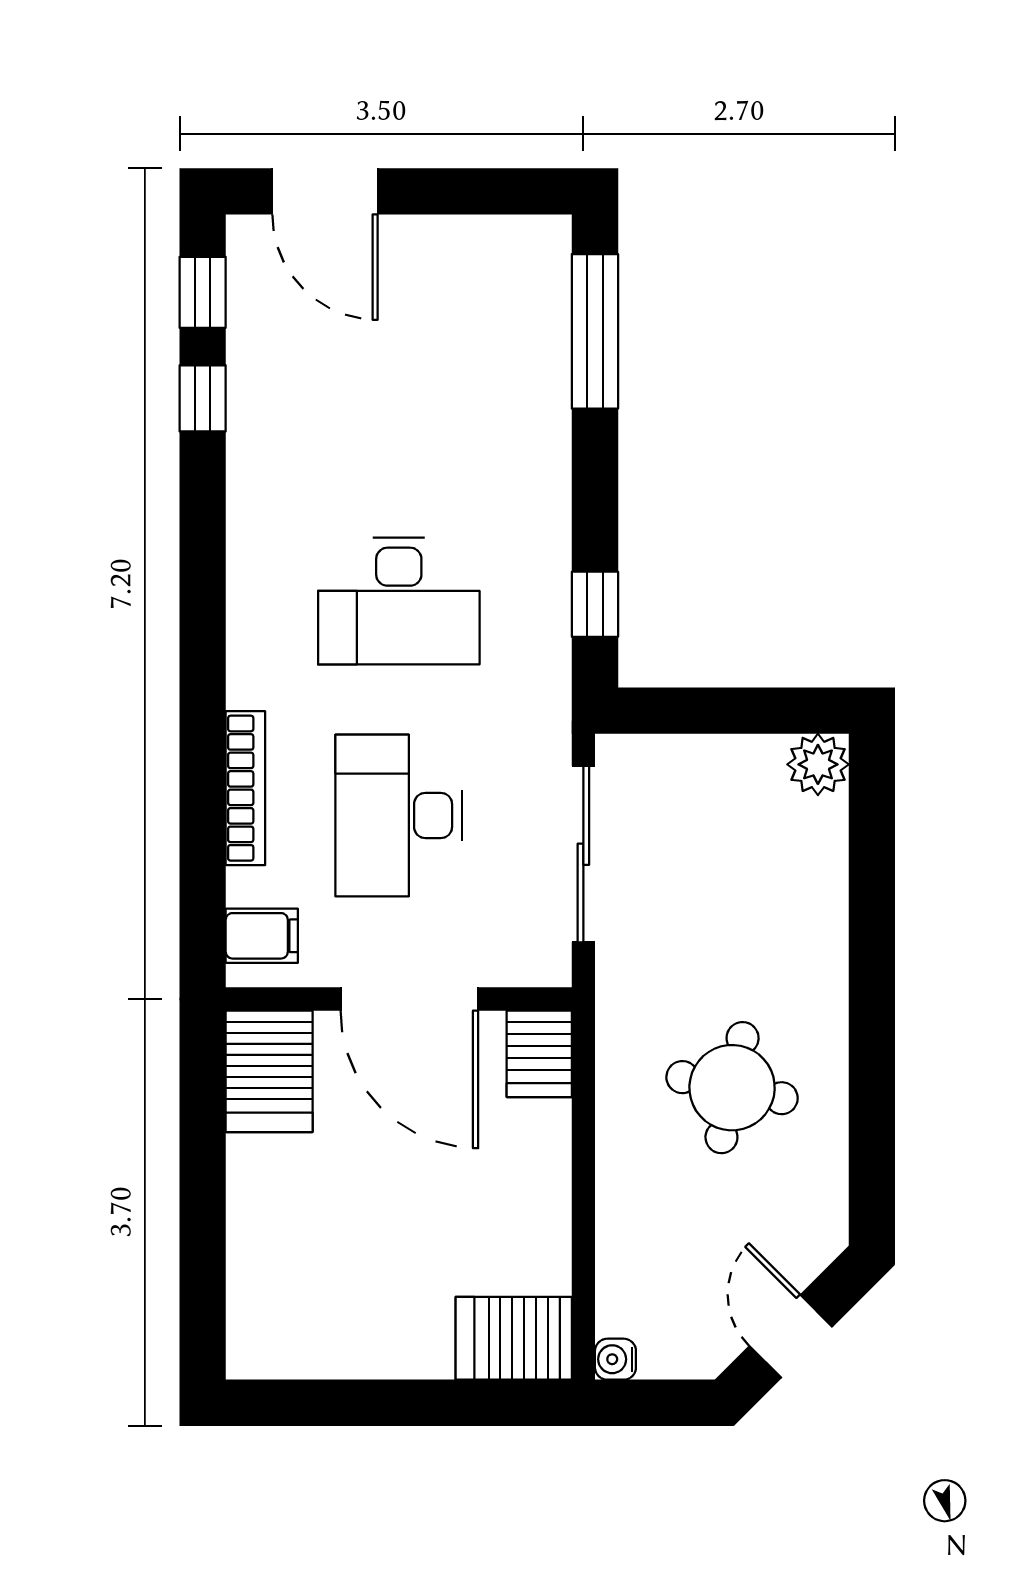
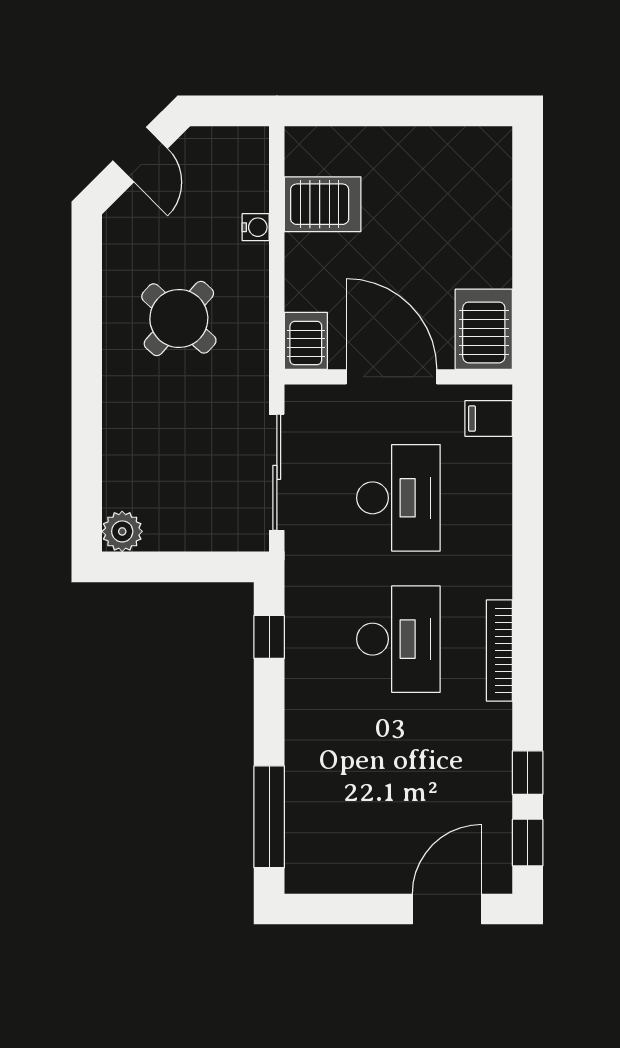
door: (325, 191) -> (447, 909), hinge flipped
desk: (399, 601) -> (398, 639), turned 90
bookcase: (245, 788) -> (499, 650), moved
round table: (732, 1088) -> (179, 318), turned 30
server rack: (514, 1338) -> (323, 204), moved
water cooler: (615, 1359) -> (256, 227), moved

